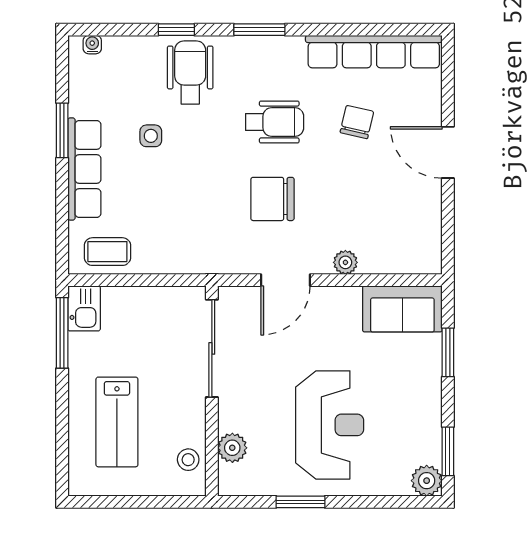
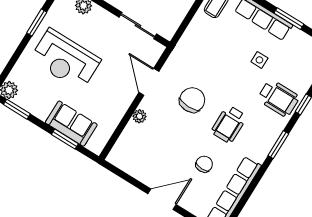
chair: (357, 122) -> (204, 164), turned -102
sofa: (402, 309) -> (71, 124), moved, turned 90
sliding door: (212, 348) -> (138, 26), width x0.73

